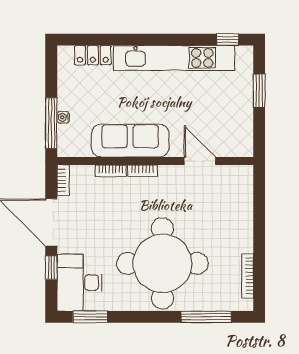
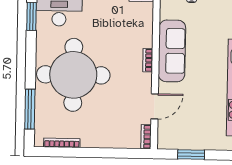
window: (259, 91) -> (191, 155), moved
bookcase: (111, 171) -> (146, 137), moved

